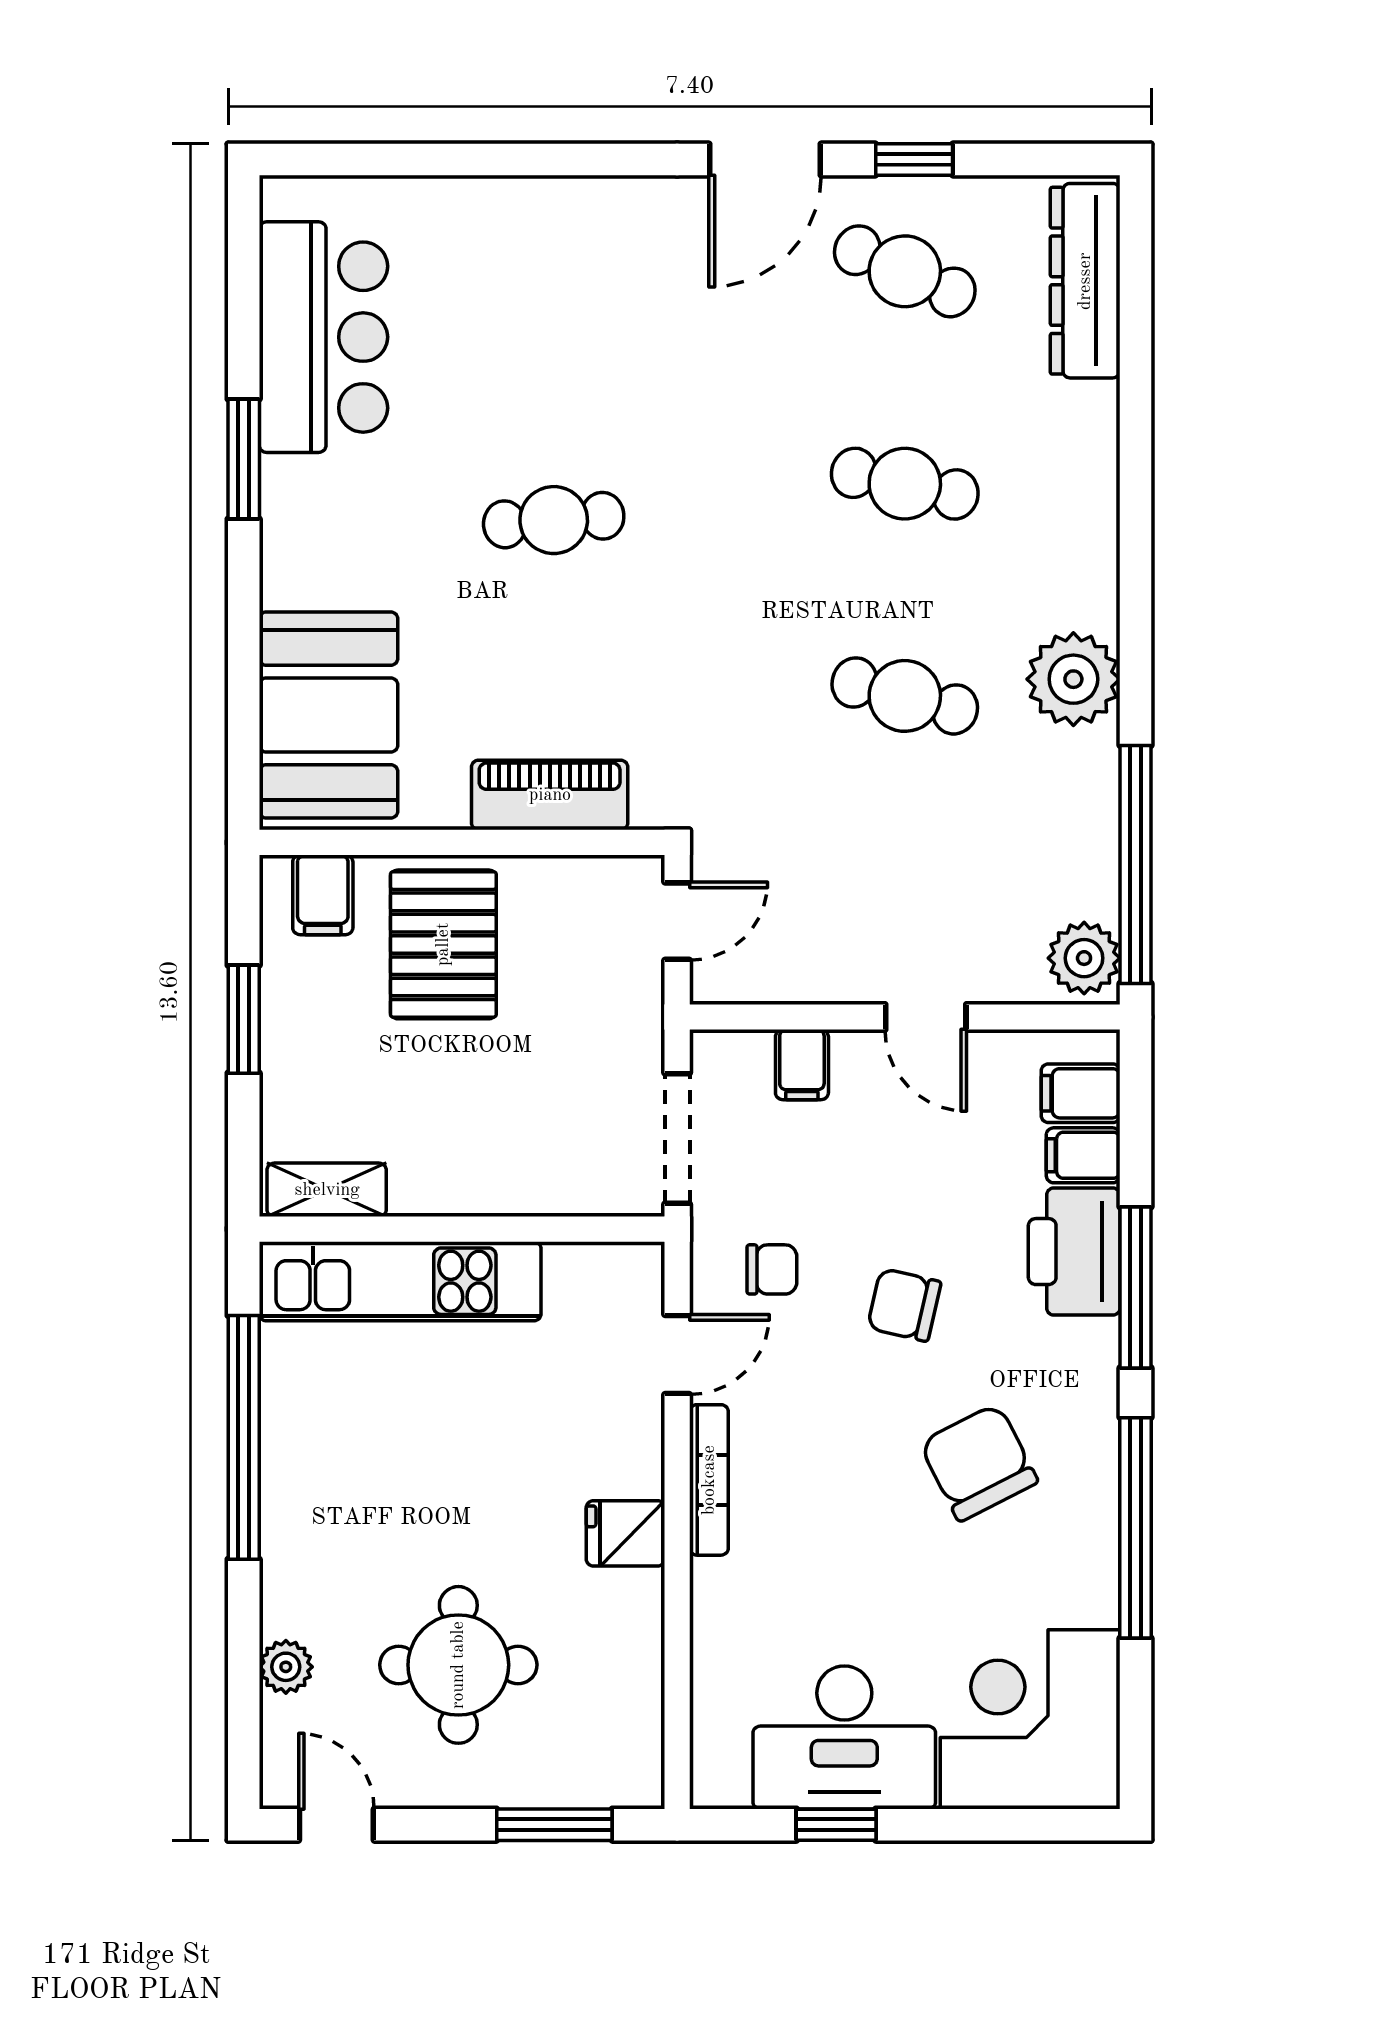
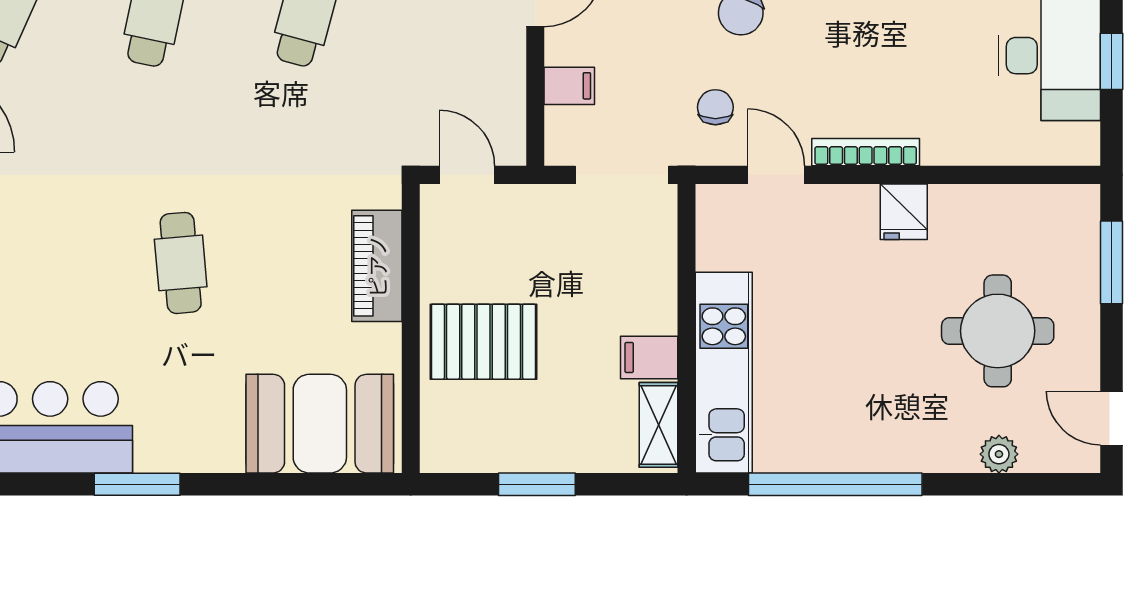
filing cabinet: (323, 895) -> (649, 357), moved, turned 180
door: (336, 1825) -> (1112, 418), hinge flipped

